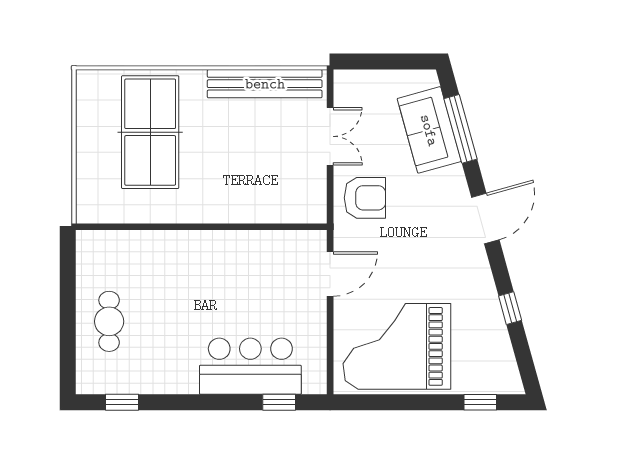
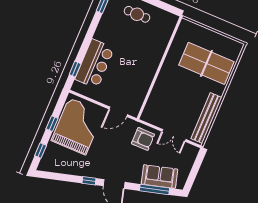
armchair: (365, 198) -> (143, 139), turned -90
door: (330, 274) -> (118, 112), hinge flipped
window: (510, 308) -> (89, 181), moved
window: (414, 402) -> (52, 124), added

